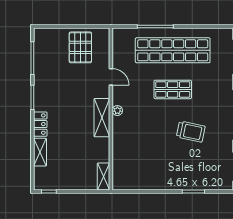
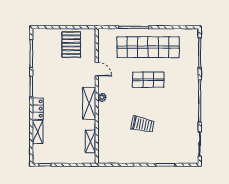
trolley: (191, 132) -> (143, 124), moved
shelving: (103, 177) -> (90, 141), moved

